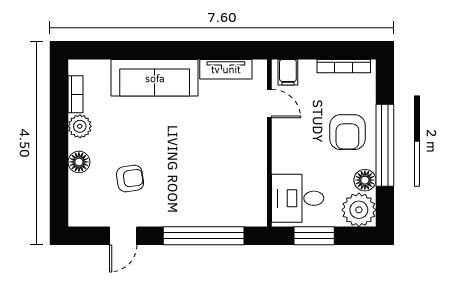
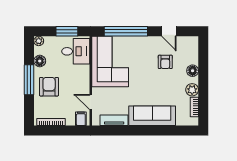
window: (385, 145) -> (29, 80), width x0.68
armchair: (130, 178) -> (165, 62), turned -82
corner sofa: (233, 179) -> (110, 62), added
plant: (359, 210) -> (39, 41), width x0.53, depth x0.53
door: (123, 236) -> (169, 31), swing flipped

